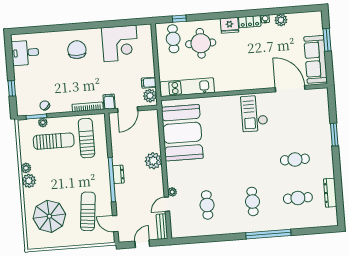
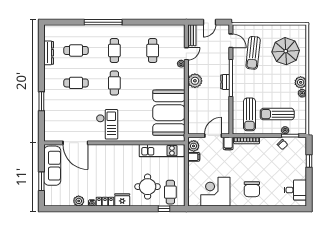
plant: (153, 161) -> (195, 81), moved
cafe table: (250, 163) -> (114, 83), added

